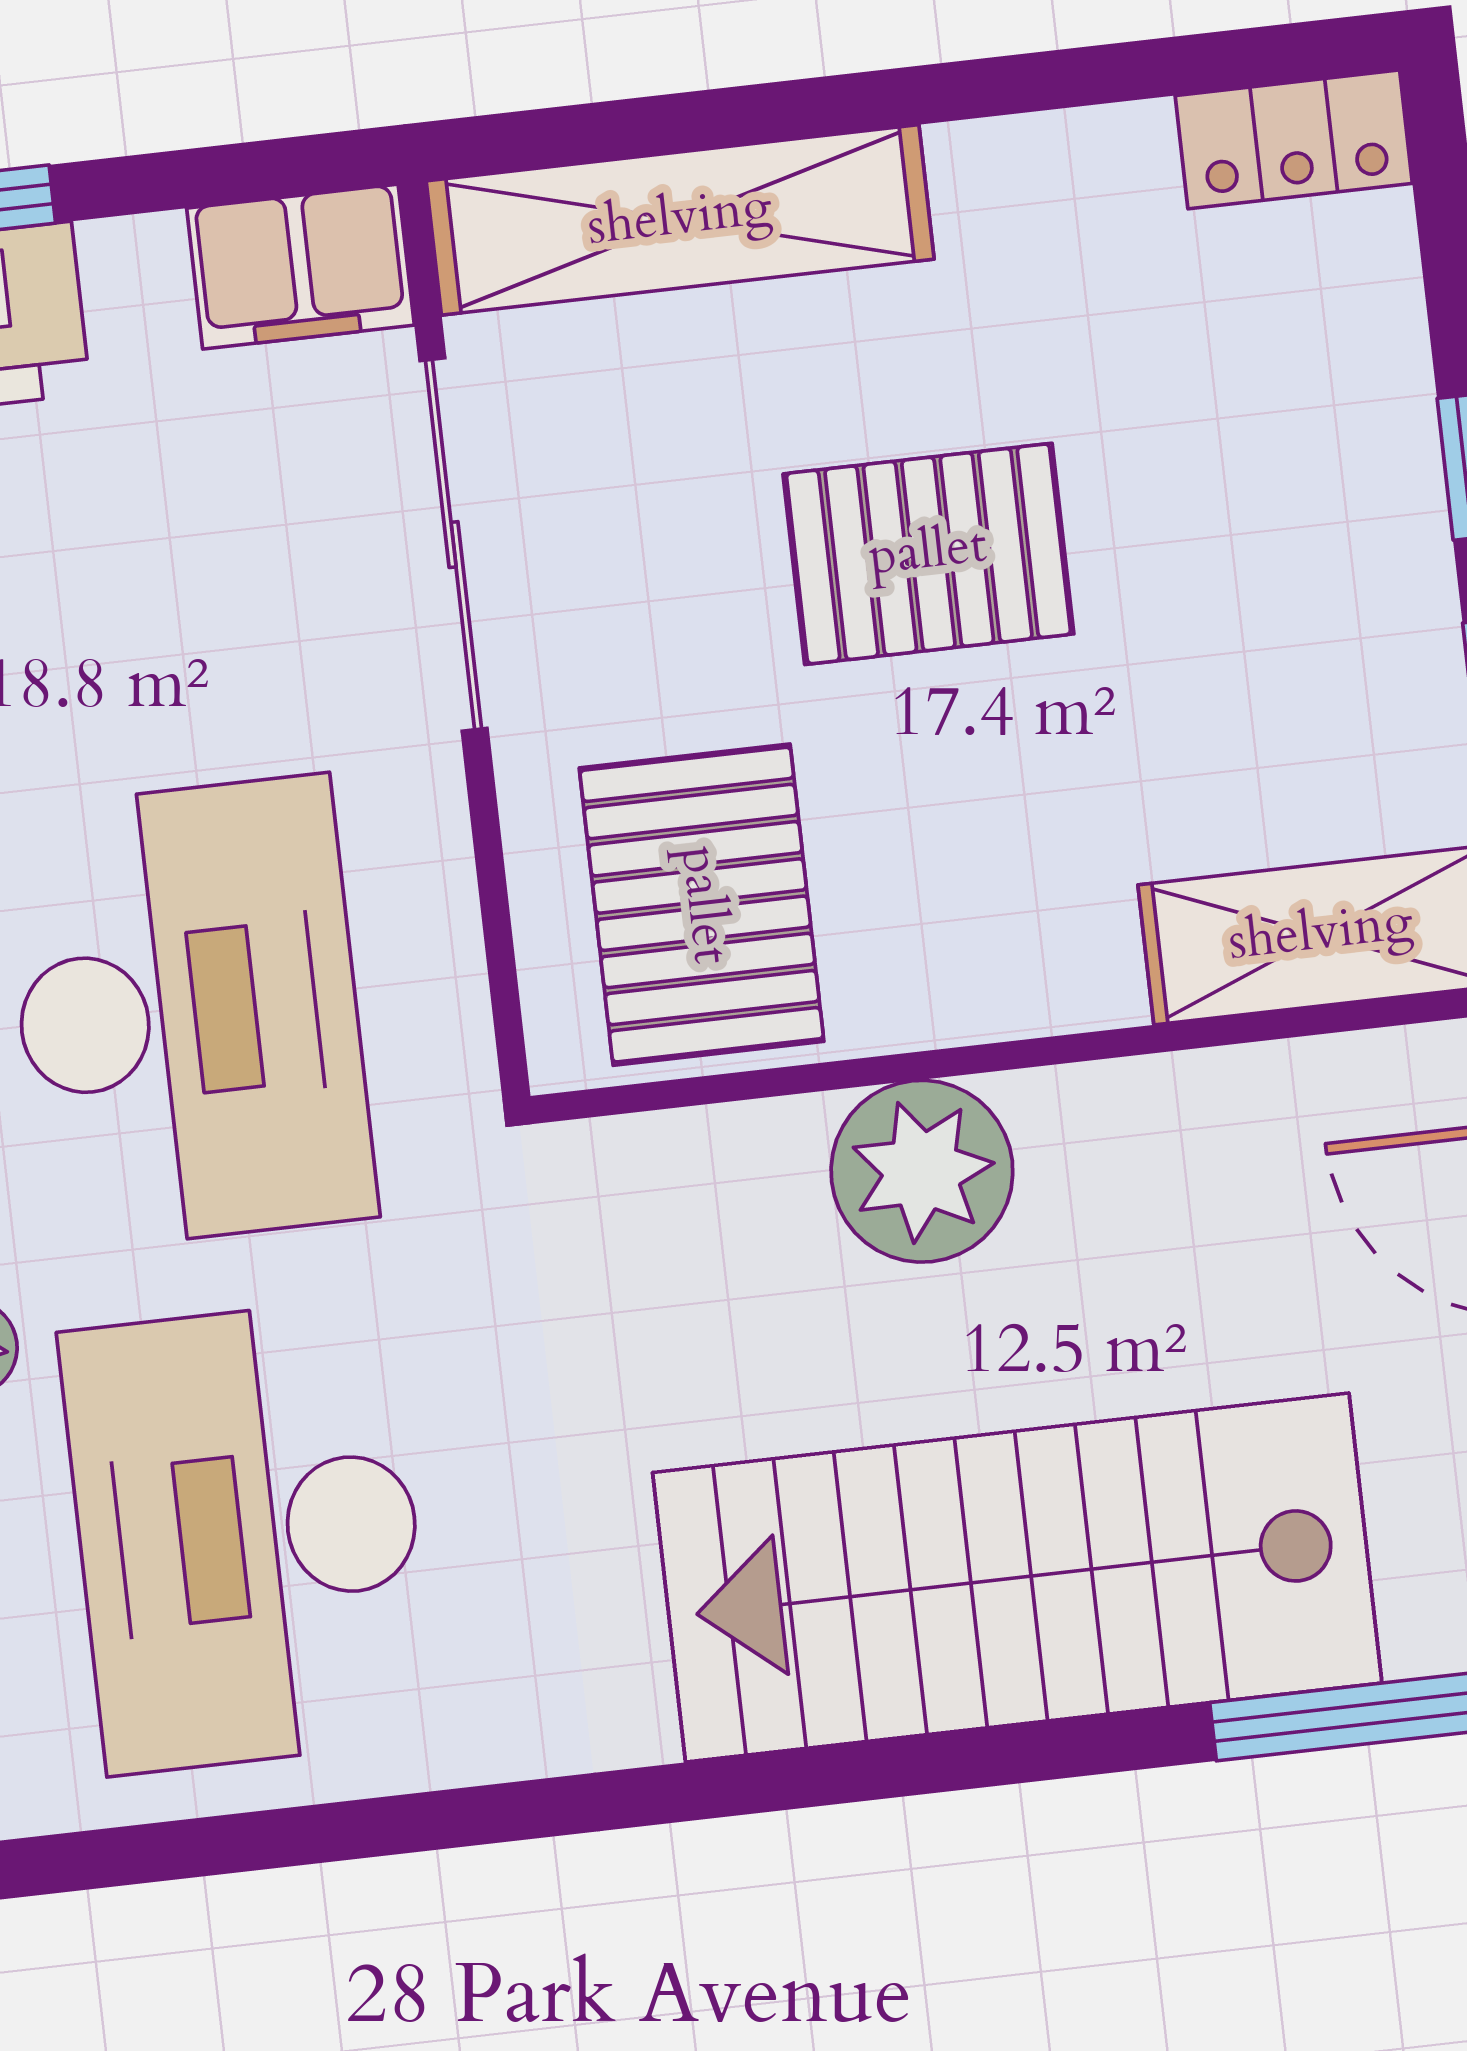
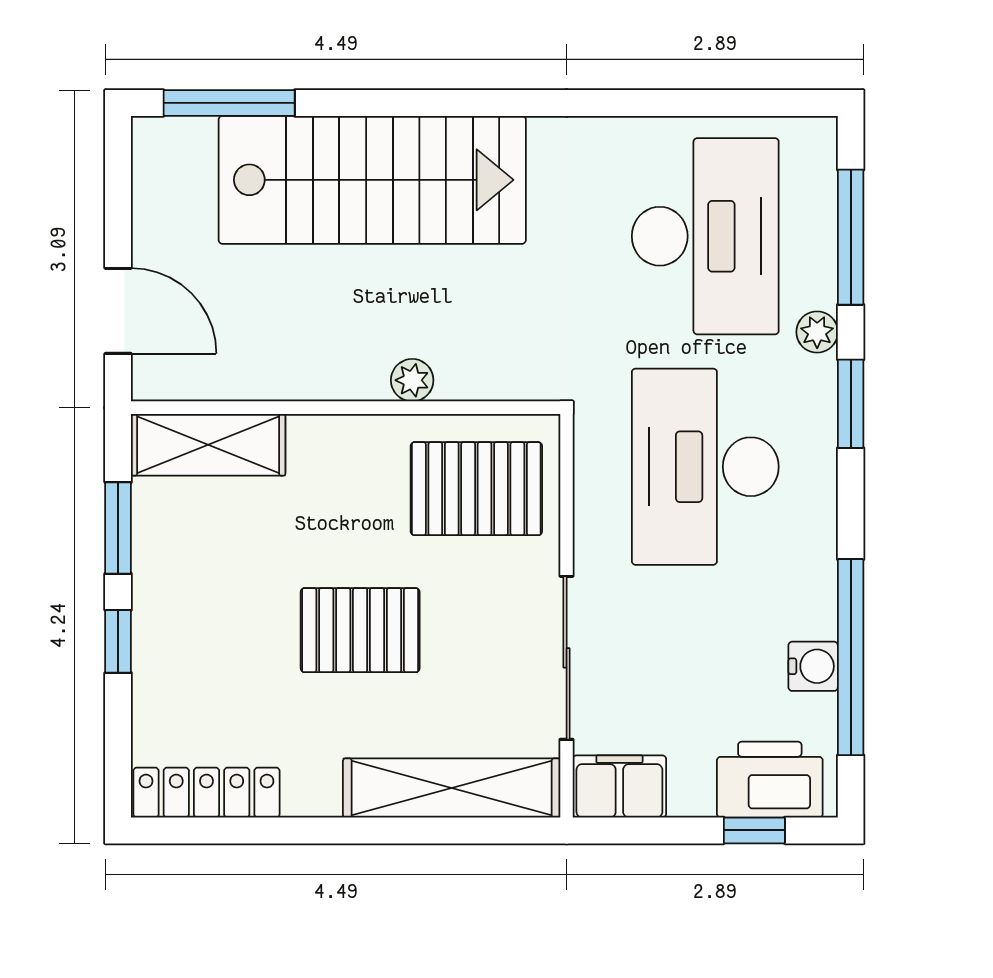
locker: (1294, 139) -> (206, 793), width x1.53
pallet: (702, 905) -> (476, 489), turned 90
plant: (922, 1171) -> (412, 380), width x0.53, depth x0.53

